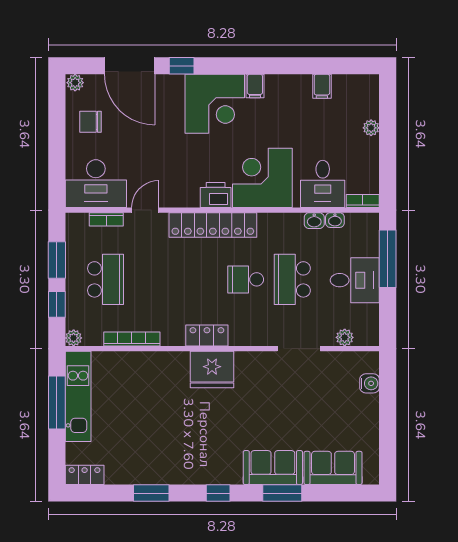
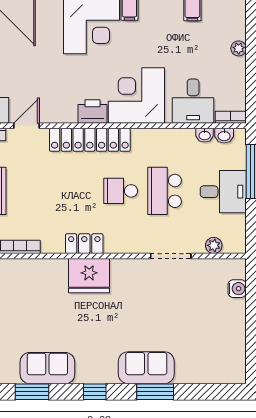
washbasin: (314, 221) -> (224, 136), moved
sofa: (333, 468) -> (47, 368), moved

